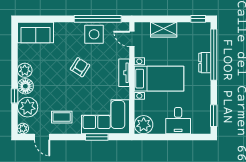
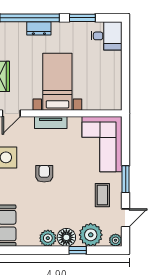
armchair: (80, 67) -> (44, 174), turned 58
window: (214, 116) -> (82, 18), moved
desk: (178, 121) -> (106, 36), moved
plant: (144, 125) -> (111, 100), removed
window: (97, 137) -> (126, 179), moved

